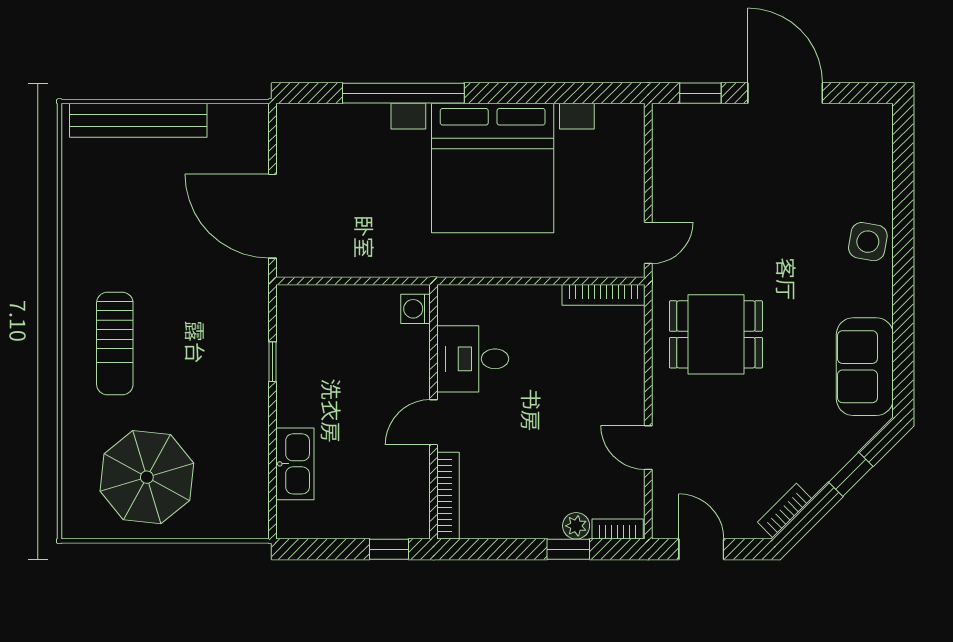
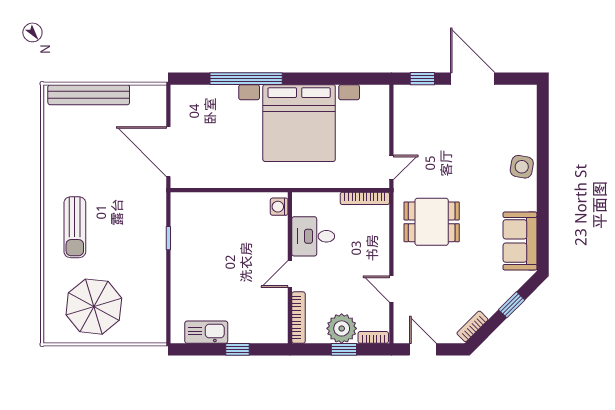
washing machine: (416, 309) -> (279, 207), moved
desk: (473, 359) -> (313, 236), moved
wall: (434, 412) -> (290, 268), moved
door: (434, 422) -> (290, 274), moved
kitchen sink: (295, 464) -> (206, 332), moved, turned -90
bookcase: (448, 496) -> (299, 318), moved
plant: (576, 526) -> (342, 328), width x1.88, depth x1.88

